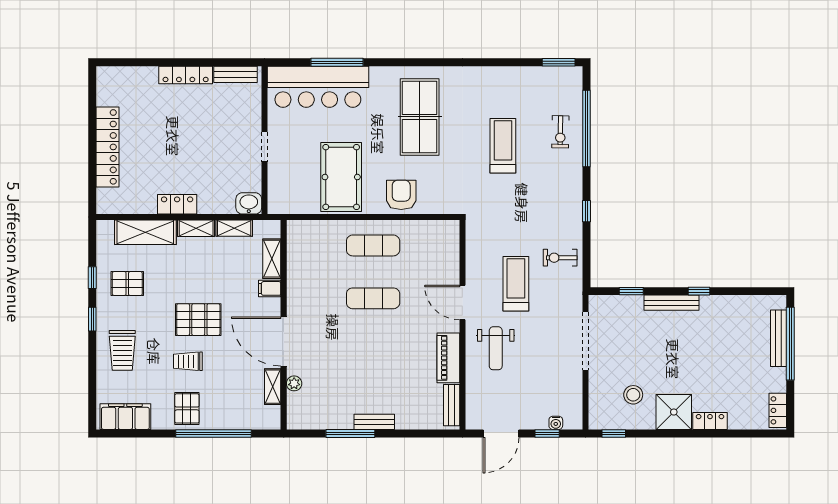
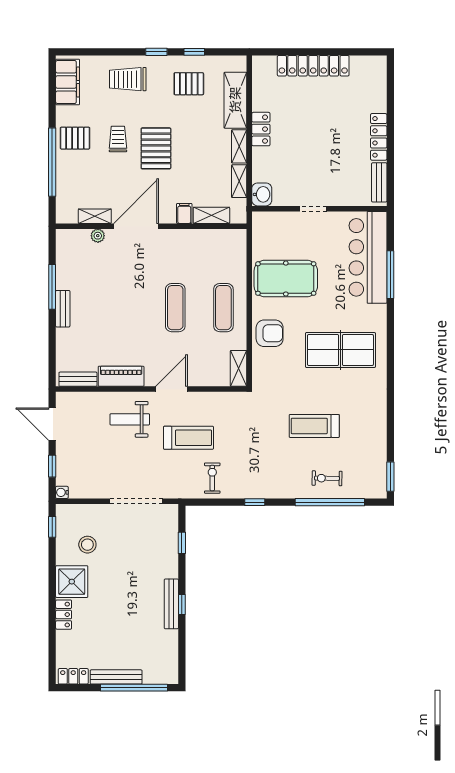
treadmill: (503, 146) -> (314, 426), turned 180
shelving: (440, 229) -> (239, 368), added
pallet: (127, 284) -> (189, 84), turned 90
bench: (672, 303) -> (171, 604), moved
bench: (779, 338) -> (116, 677), moved
water cooler: (556, 423) -> (62, 492), moved

